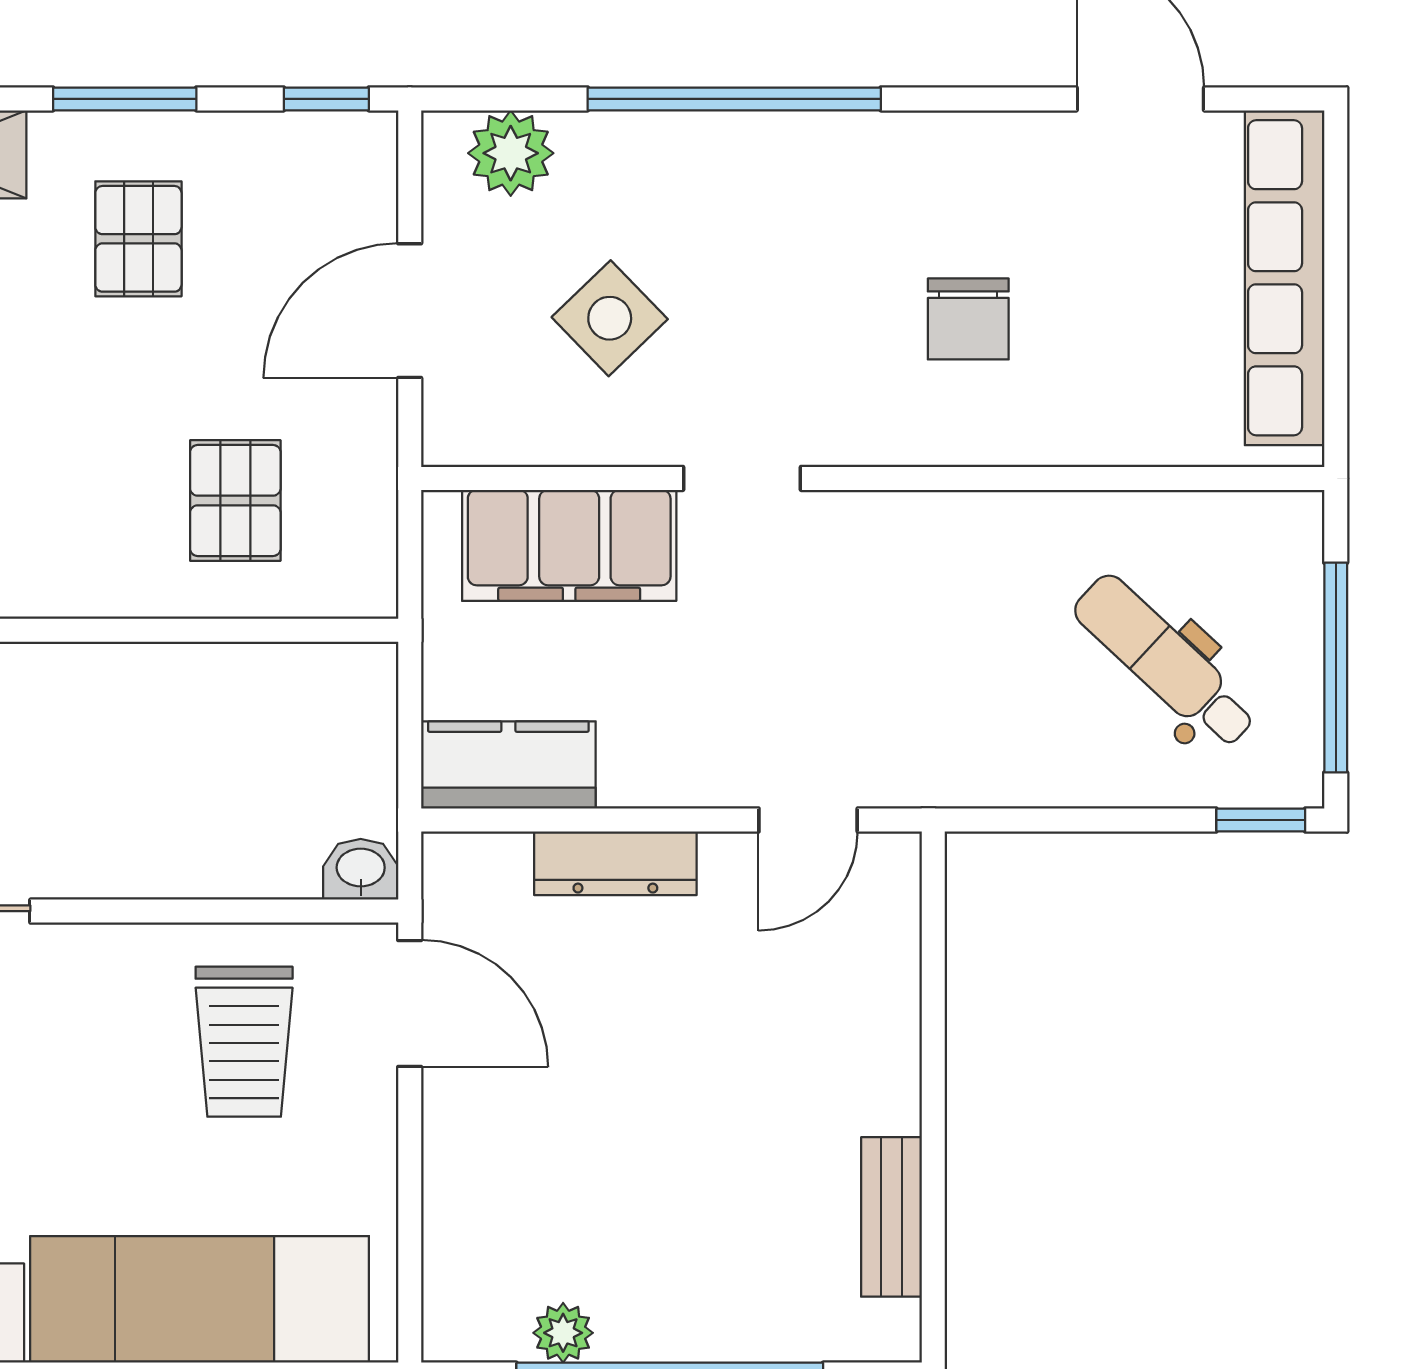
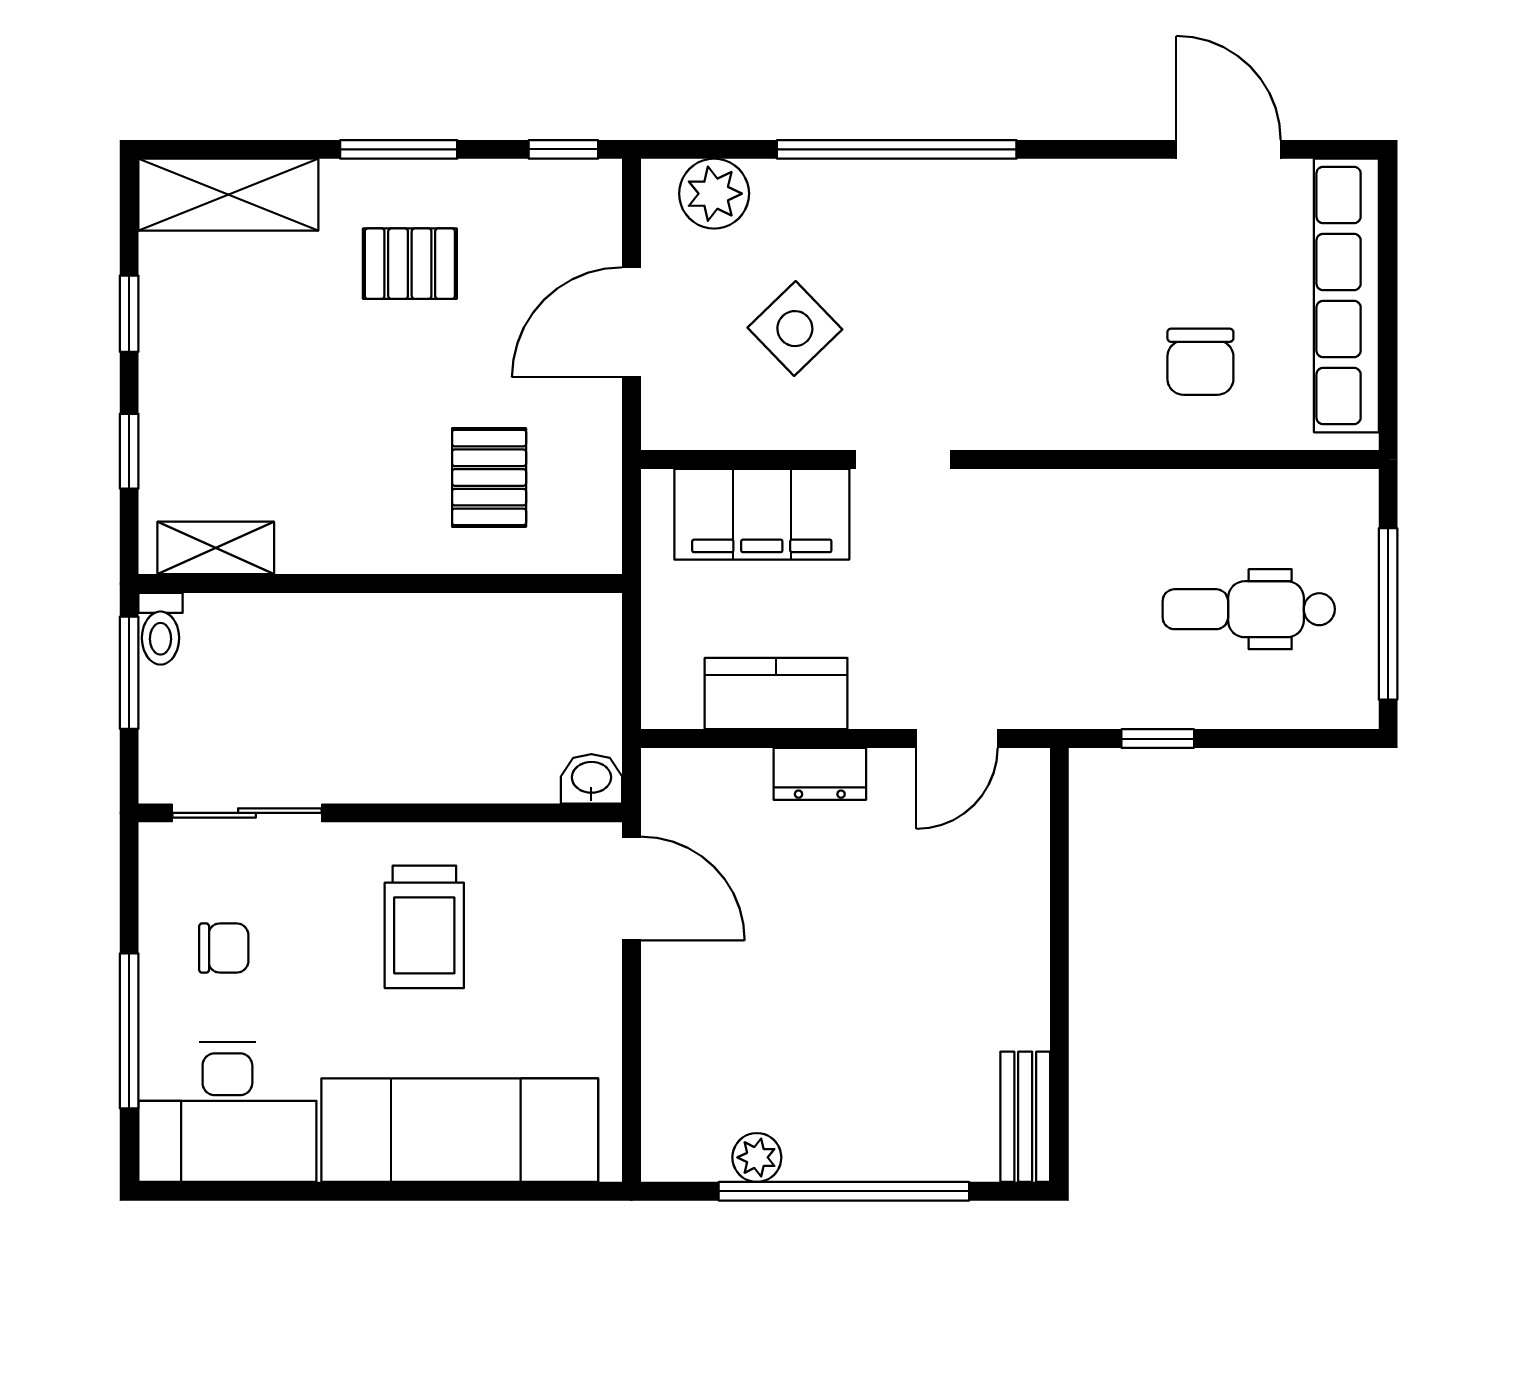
pallet: (138, 239) -> (410, 264), turned 90
chair: (968, 319) -> (1200, 362), moved
dental chair: (1165, 662) -> (1249, 609), turned -43
kitchen counter: (508, 765) -> (776, 694), moved
window: (1261, 820) -> (1158, 739), moved
dresser: (615, 863) -> (820, 774), width x0.70
trolley: (244, 1042) -> (424, 927), moved
bench: (892, 1217) -> (1025, 1117), moved

